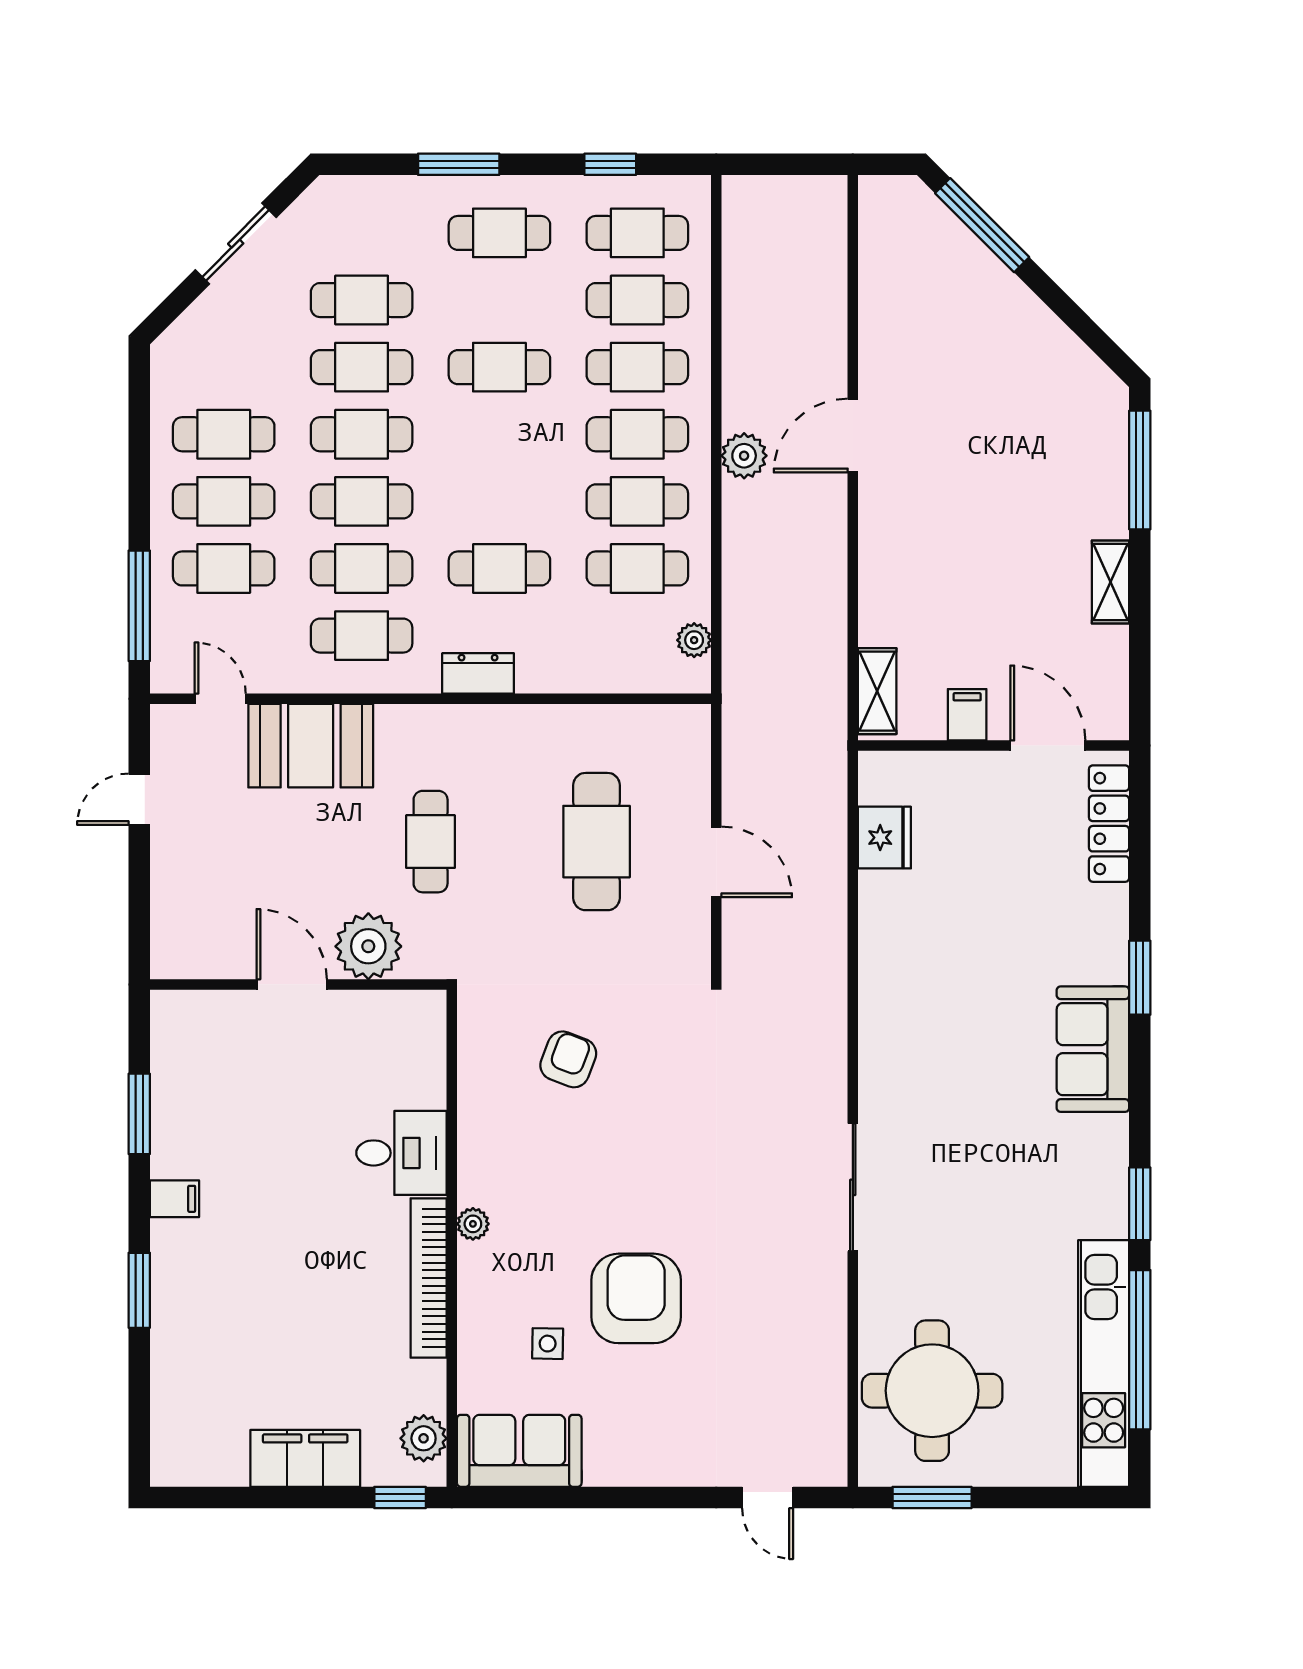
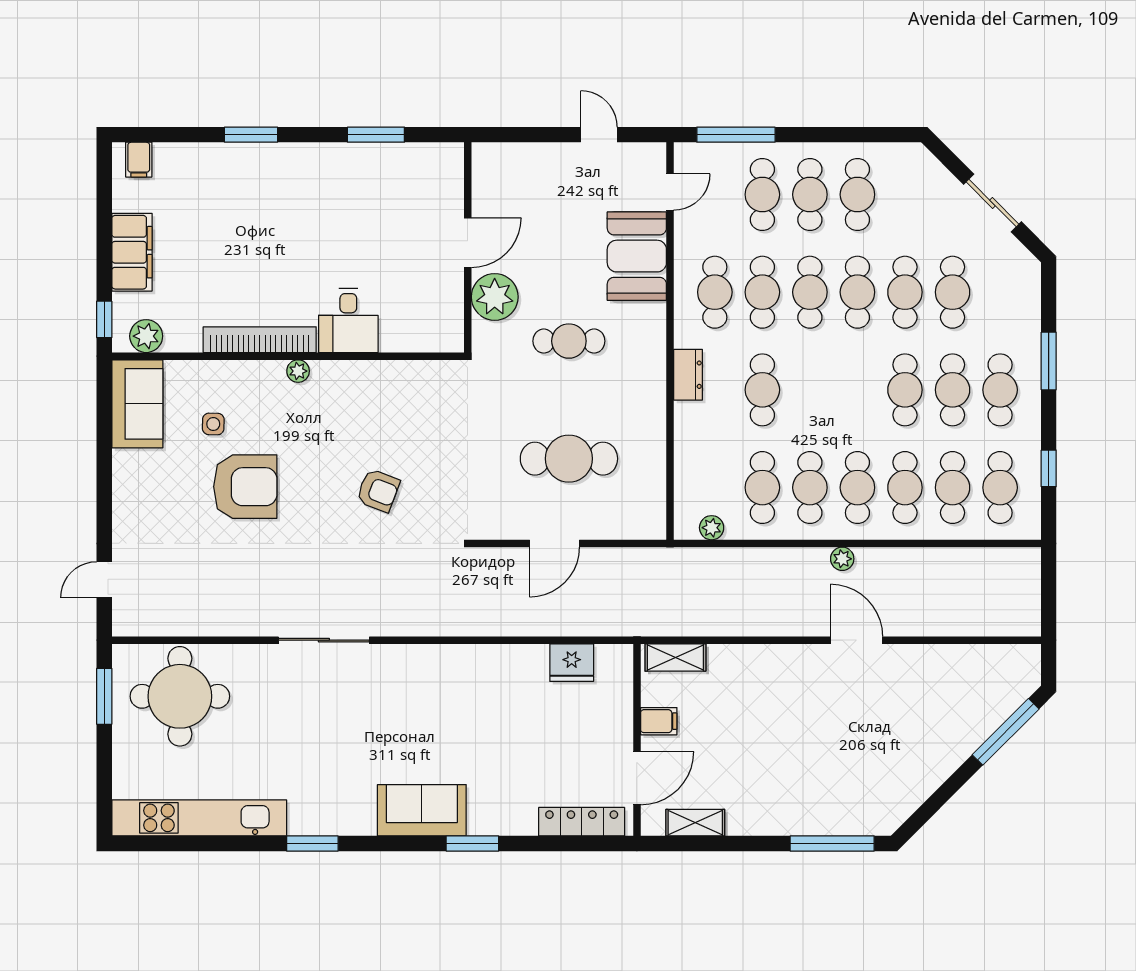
cafe table: (499, 300) -> (953, 390), added
plant: (744, 456) -> (842, 559), width x0.73, depth x0.73
shelving: (1110, 582) -> (695, 823), moved
armchair: (568, 1059) -> (378, 491), moved
filing cabinet: (174, 1199) -> (139, 160), moved
window: (1140, 1350) -> (209, 843), removed

